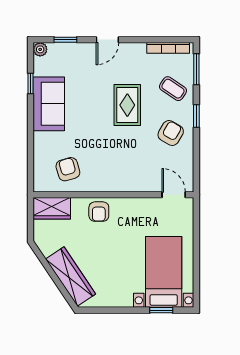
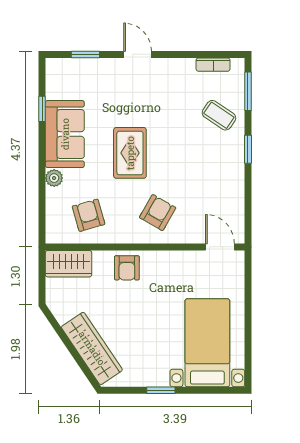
door: (107, 40) -> (138, 54), swing flipped
bookcase: (168, 48) -> (213, 65), width x0.64
plant: (40, 49) -> (54, 178), moved
rug: (127, 105) -> (130, 153), moved
armchair: (171, 133) -> (158, 213), moved
window: (161, 310) -> (161, 390), moved

